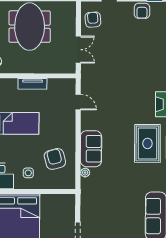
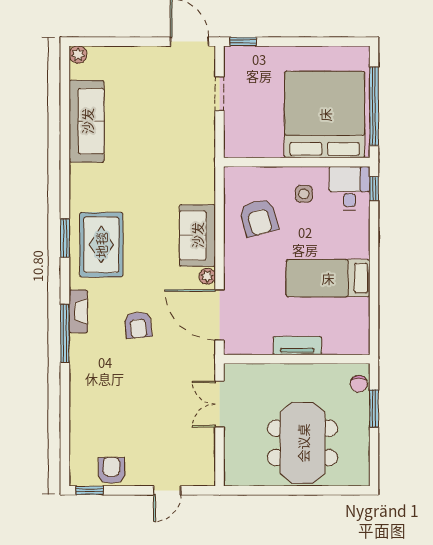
armchair: (93, 20) -> (138, 325), moved
door: (78, 102) -> (219, 315), width x1.88
plant: (85, 173) -> (207, 276), moved

